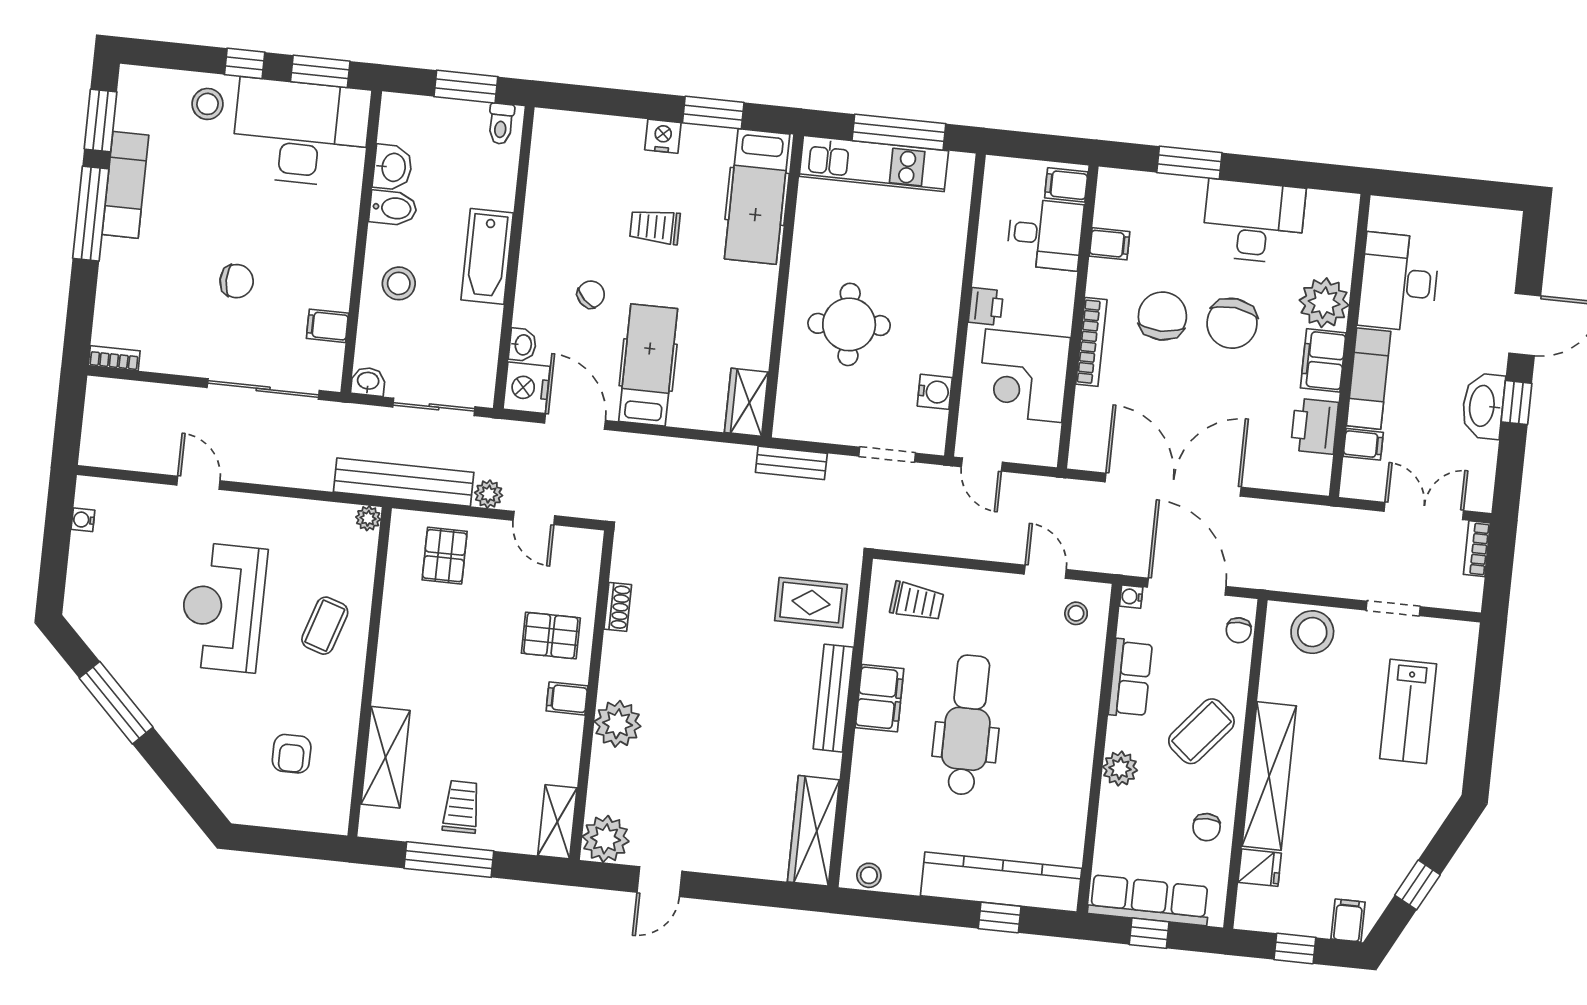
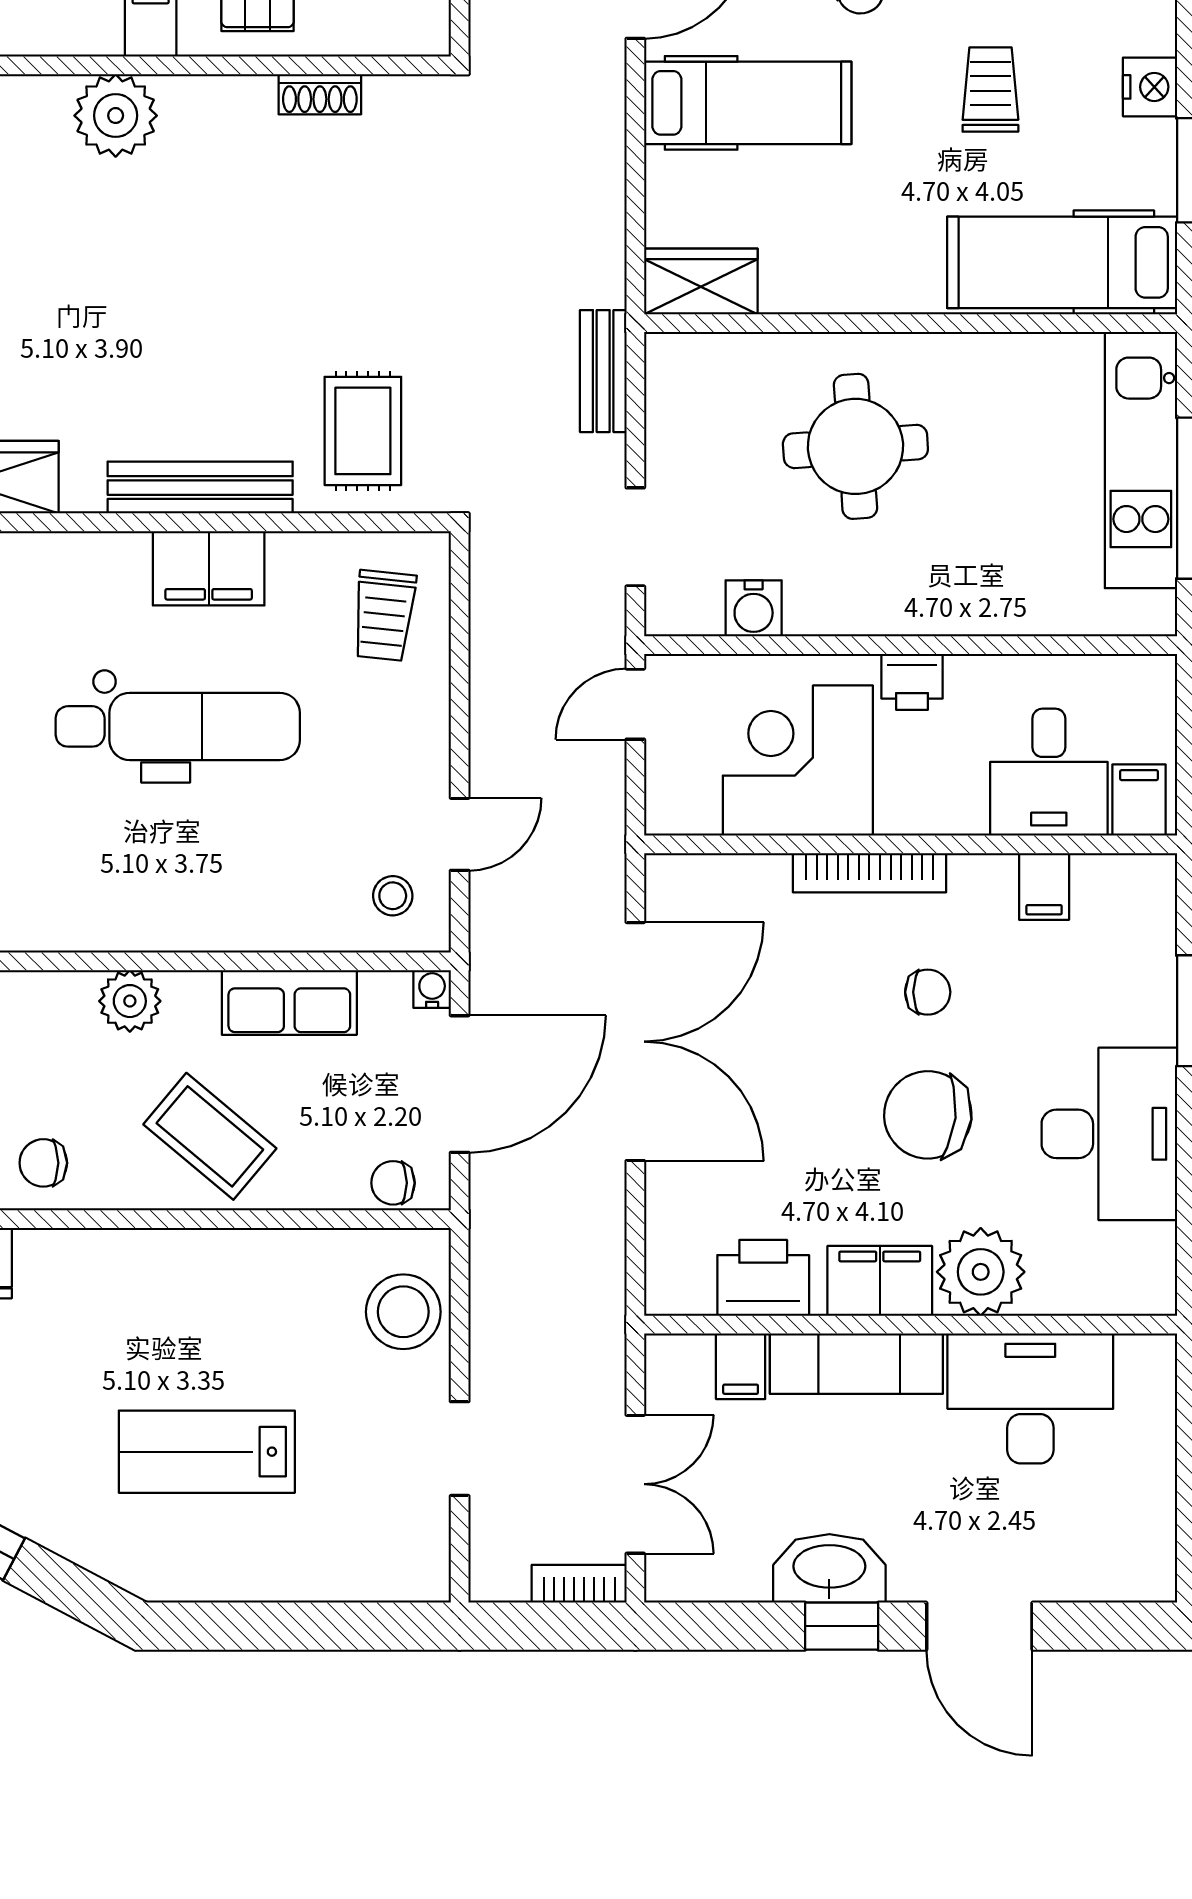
chair: (1162, 316) -> (928, 992), width x0.54, depth x0.54
lab bench: (1408, 711) -> (207, 1452), moved
shelving: (1269, 776) -> (144, 1263), removed

